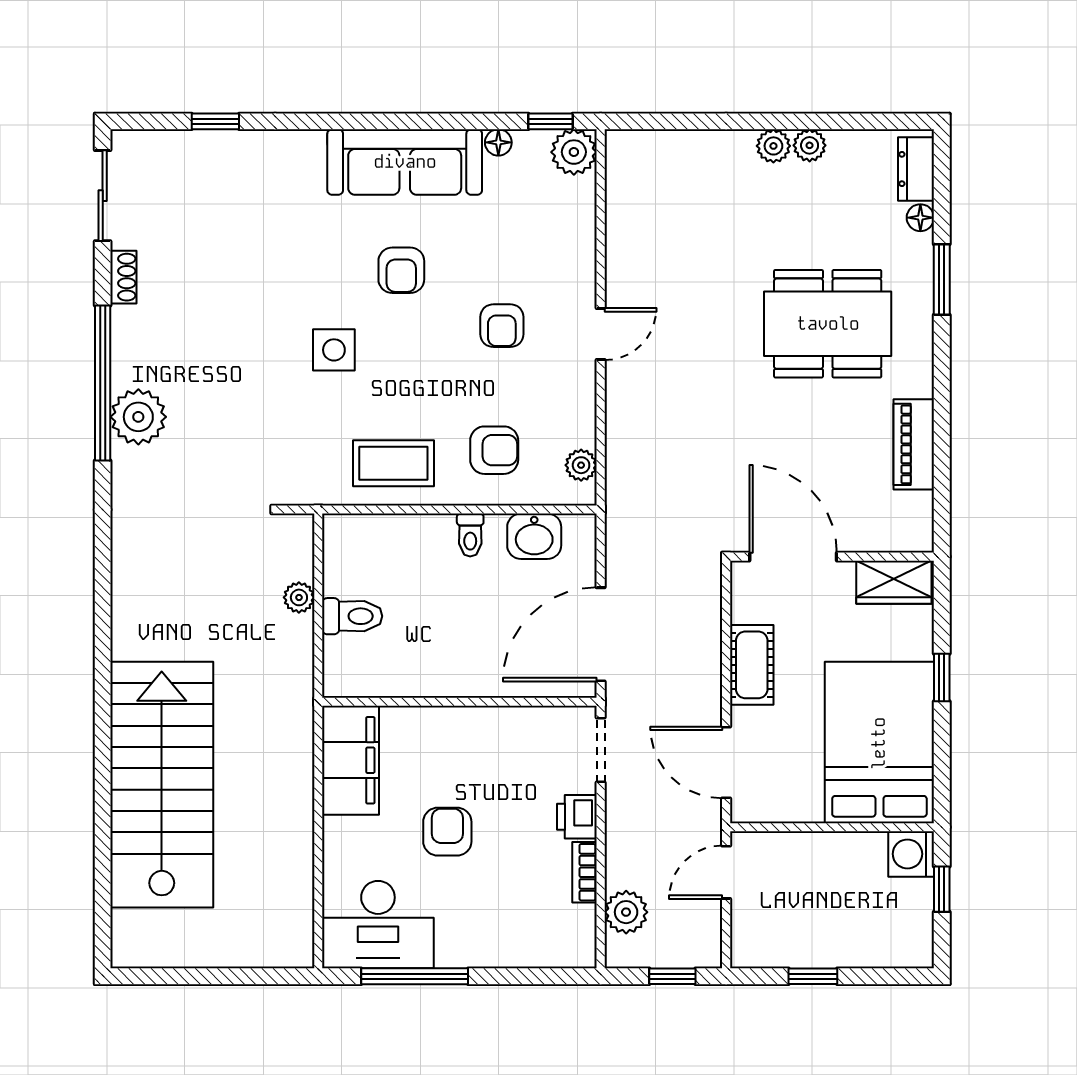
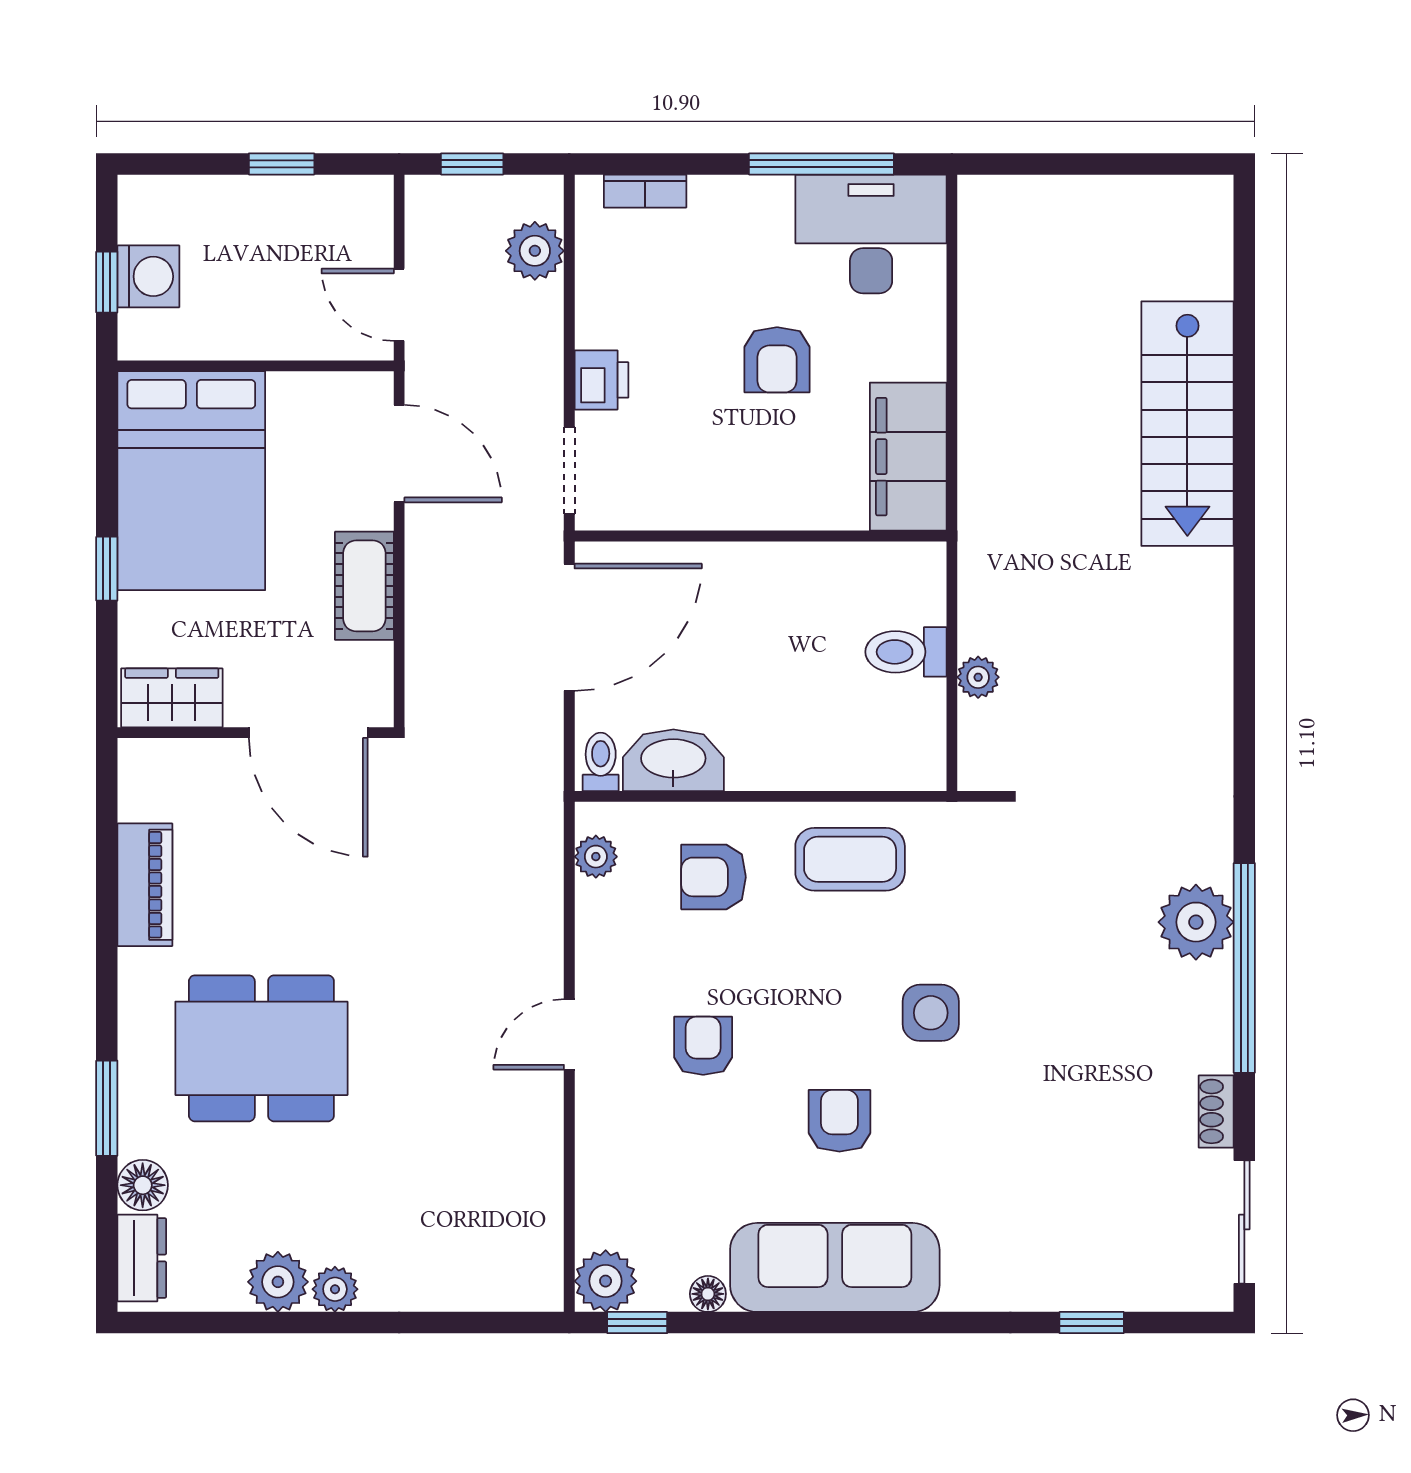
plant: (810, 145) -> (278, 1282), width x1.38, depth x1.38
floor lamp: (920, 218) -> (143, 1185), width x1.37, depth x1.37
toilet: (470, 535) -> (601, 762), moved
washbasin: (534, 536) -> (673, 760), width x1.38
stairs: (162, 785) -> (1187, 424), width x0.73, depth x0.66
washing machine: (911, 854) -> (148, 276), moved
bookcase: (585, 872) -> (645, 191), moved, turned 90
door: (726, 872) -> (399, 305), swing flipped

